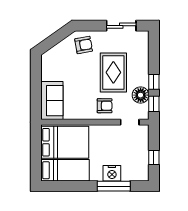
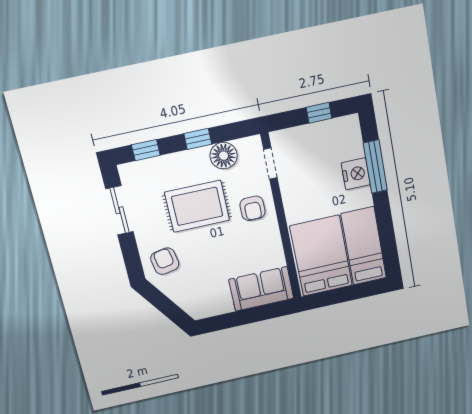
window: (154, 104) -> (146, 150), moved
armchair: (105, 106) -> (253, 208), turned 180

